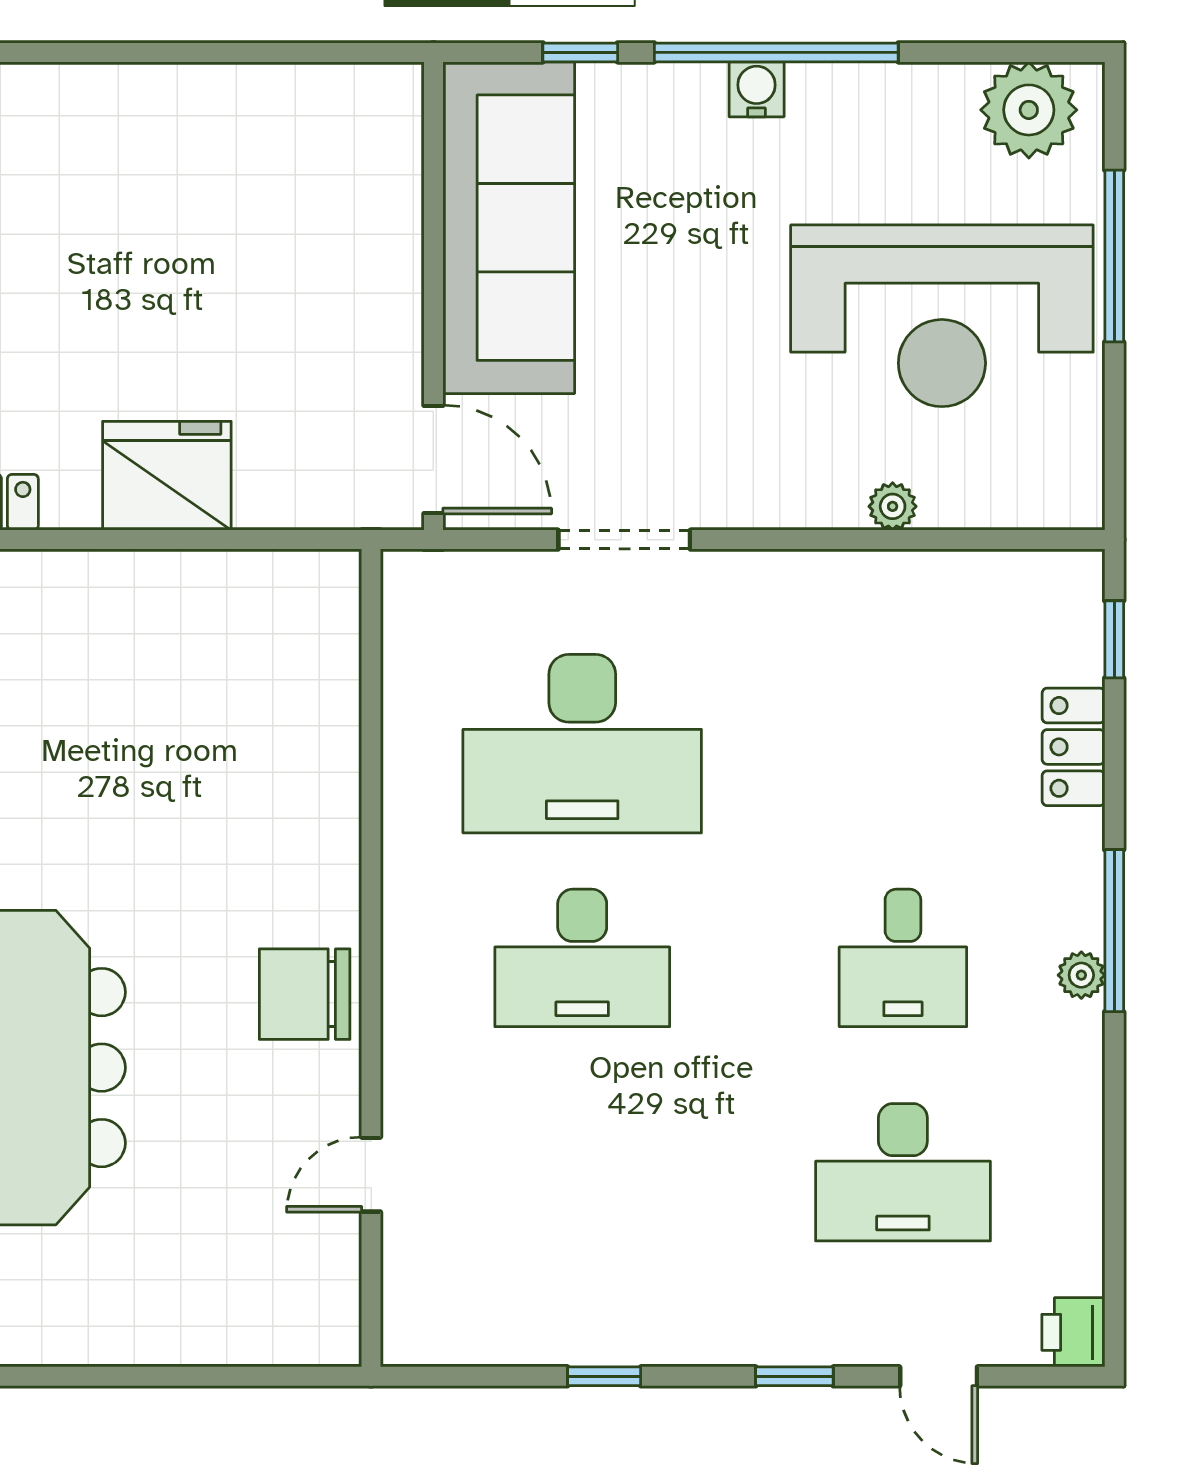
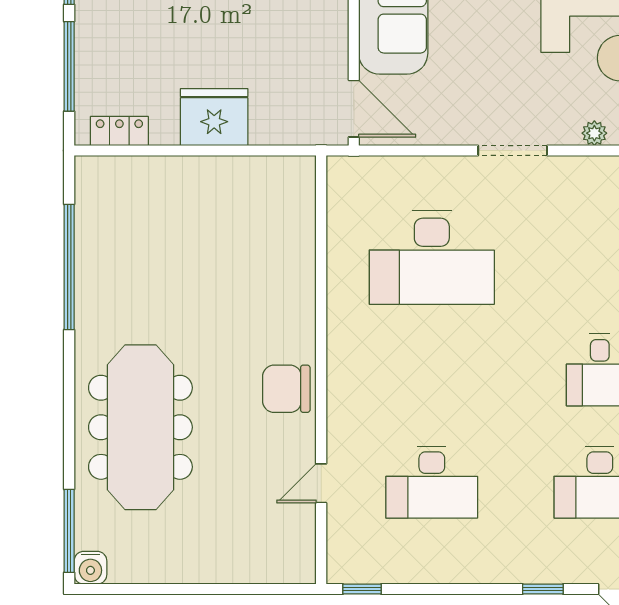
doorway: (624, 540) -> (513, 151), moved
desk: (582, 958) -> (432, 482), moved
window: (604, 1376) -> (362, 589), moved

